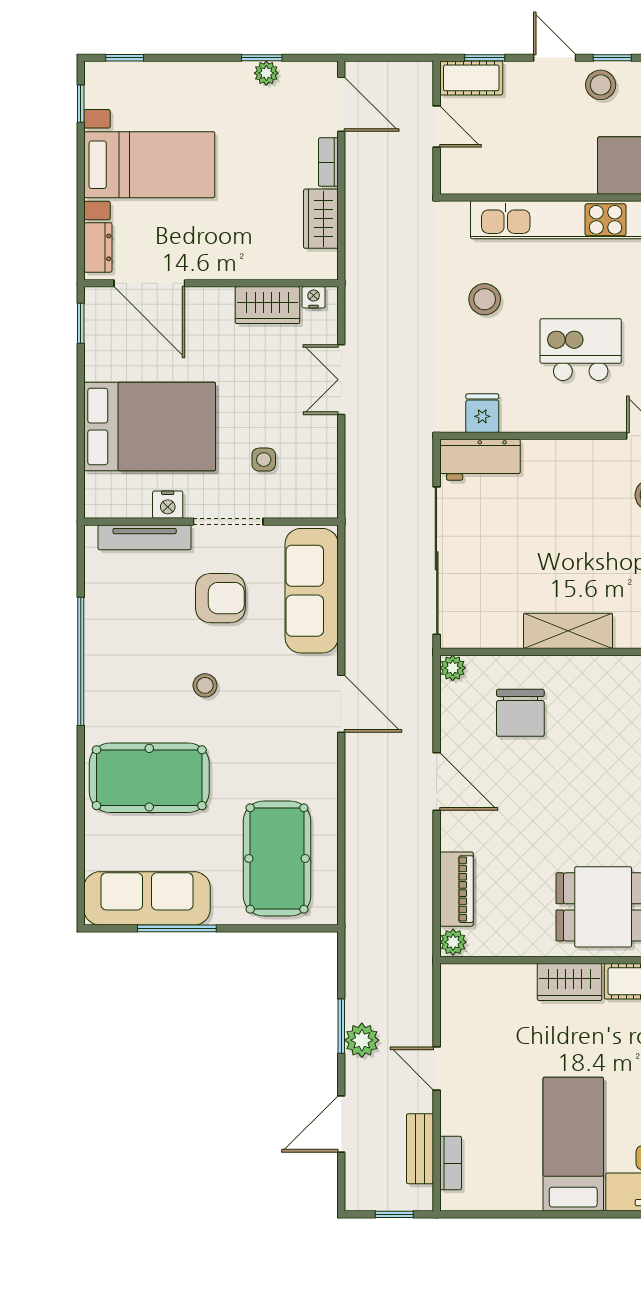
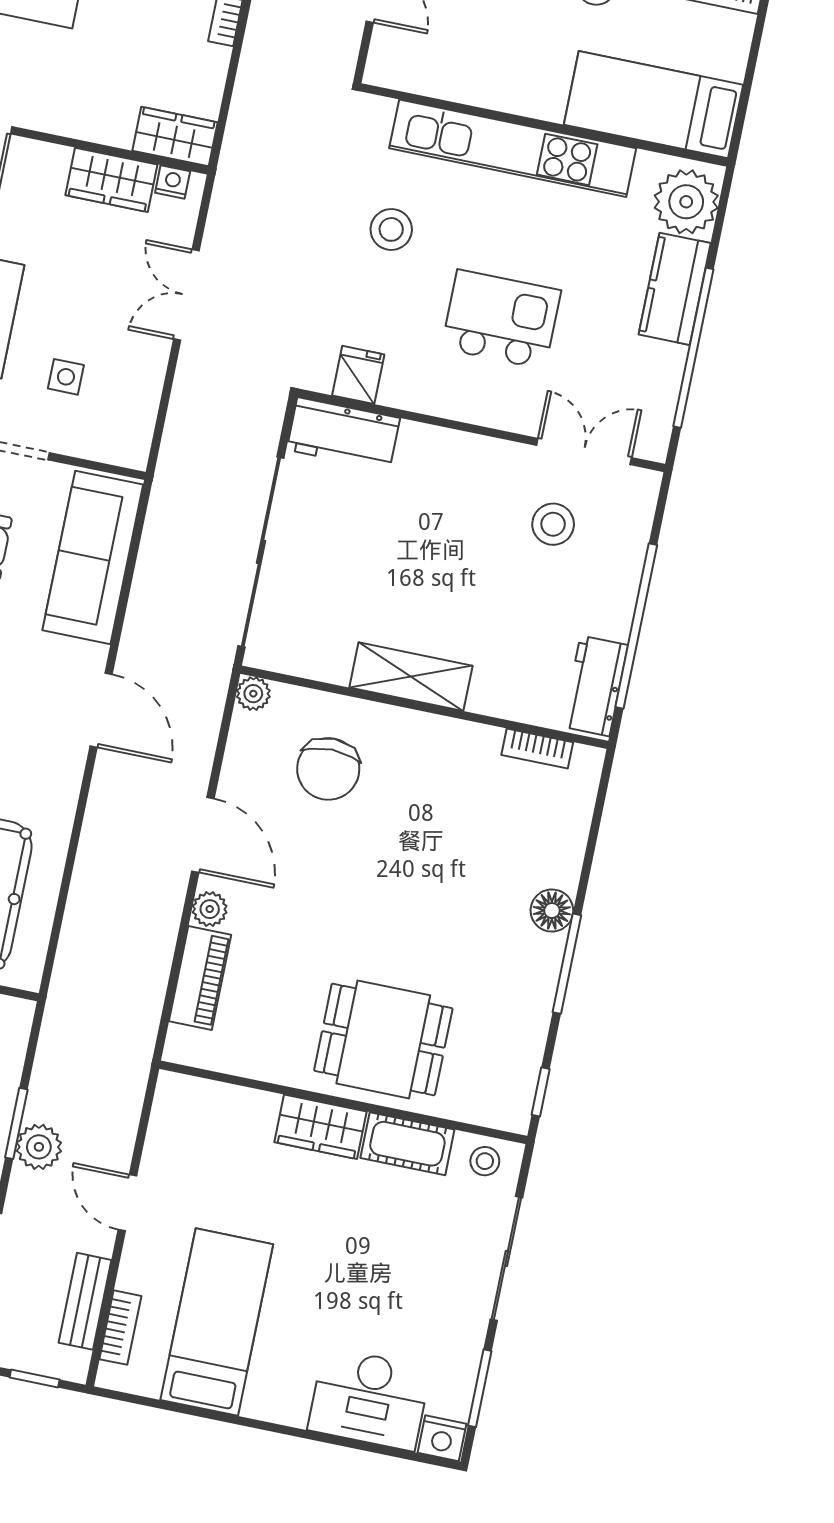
wardrobe: (321, 219) -> (175, 136), moved, turned 90
plant: (453, 942) -> (210, 909), moved
bed: (573, 1144) -> (217, 1322), moved

